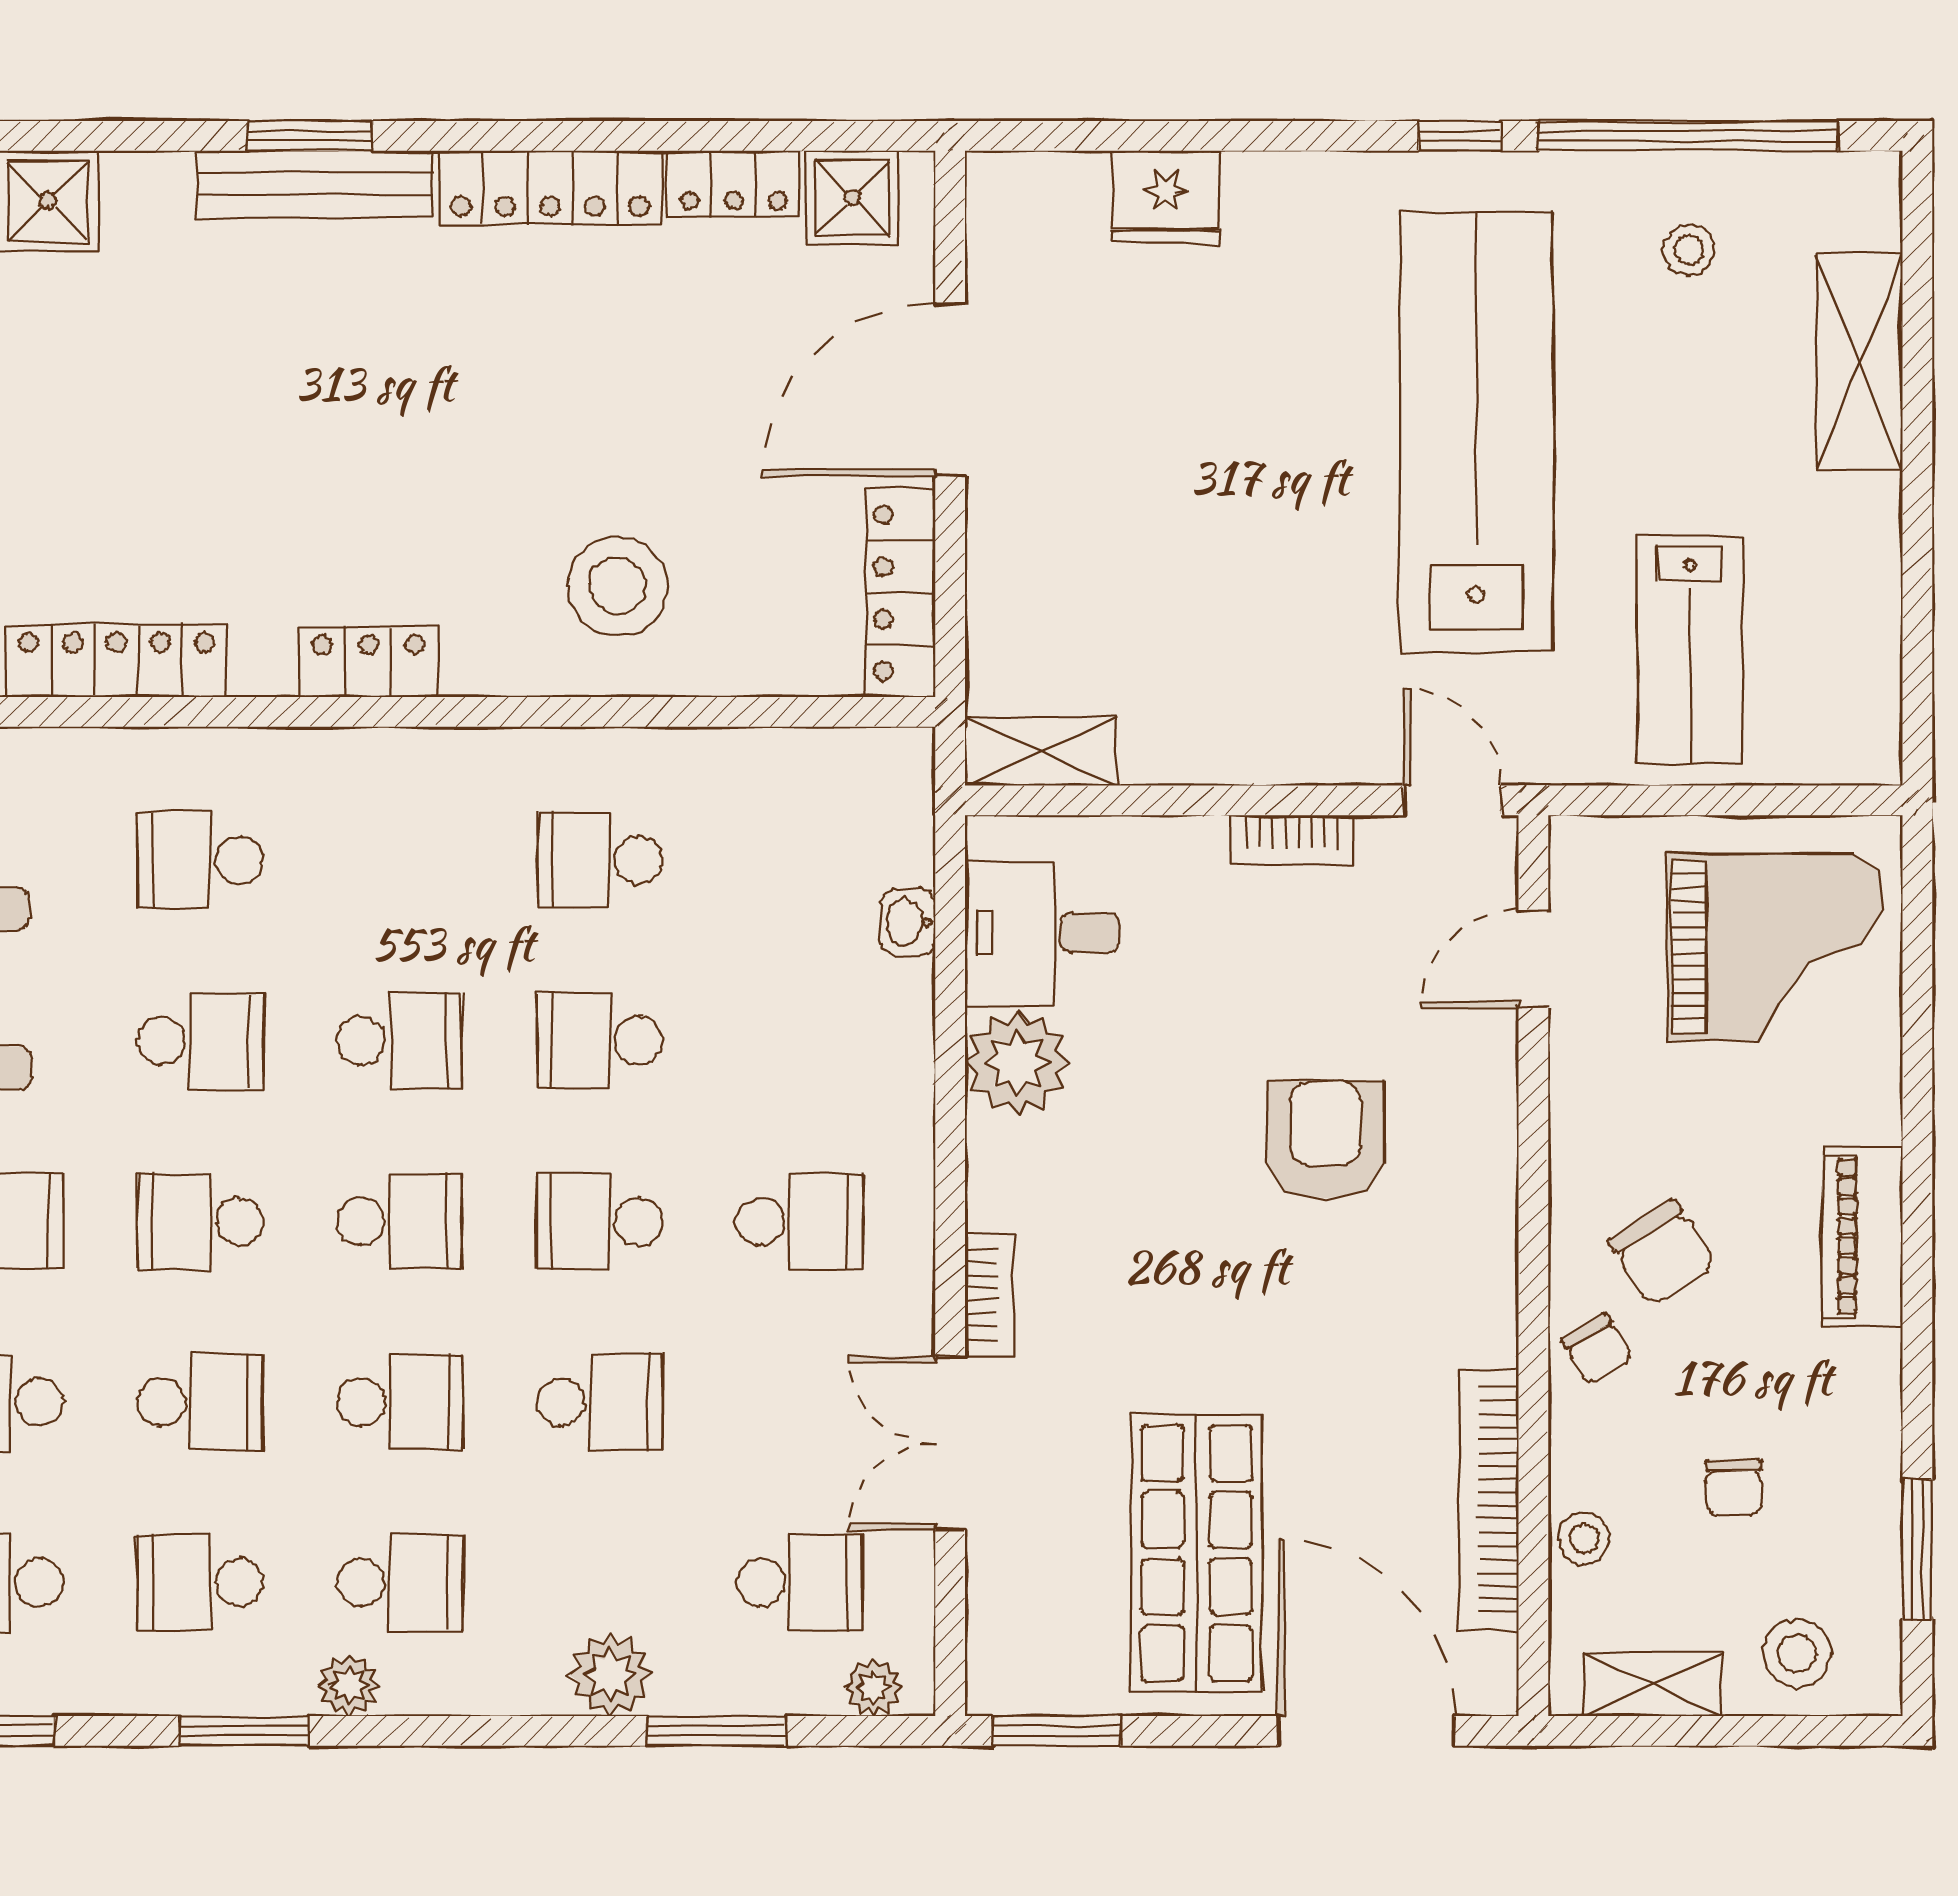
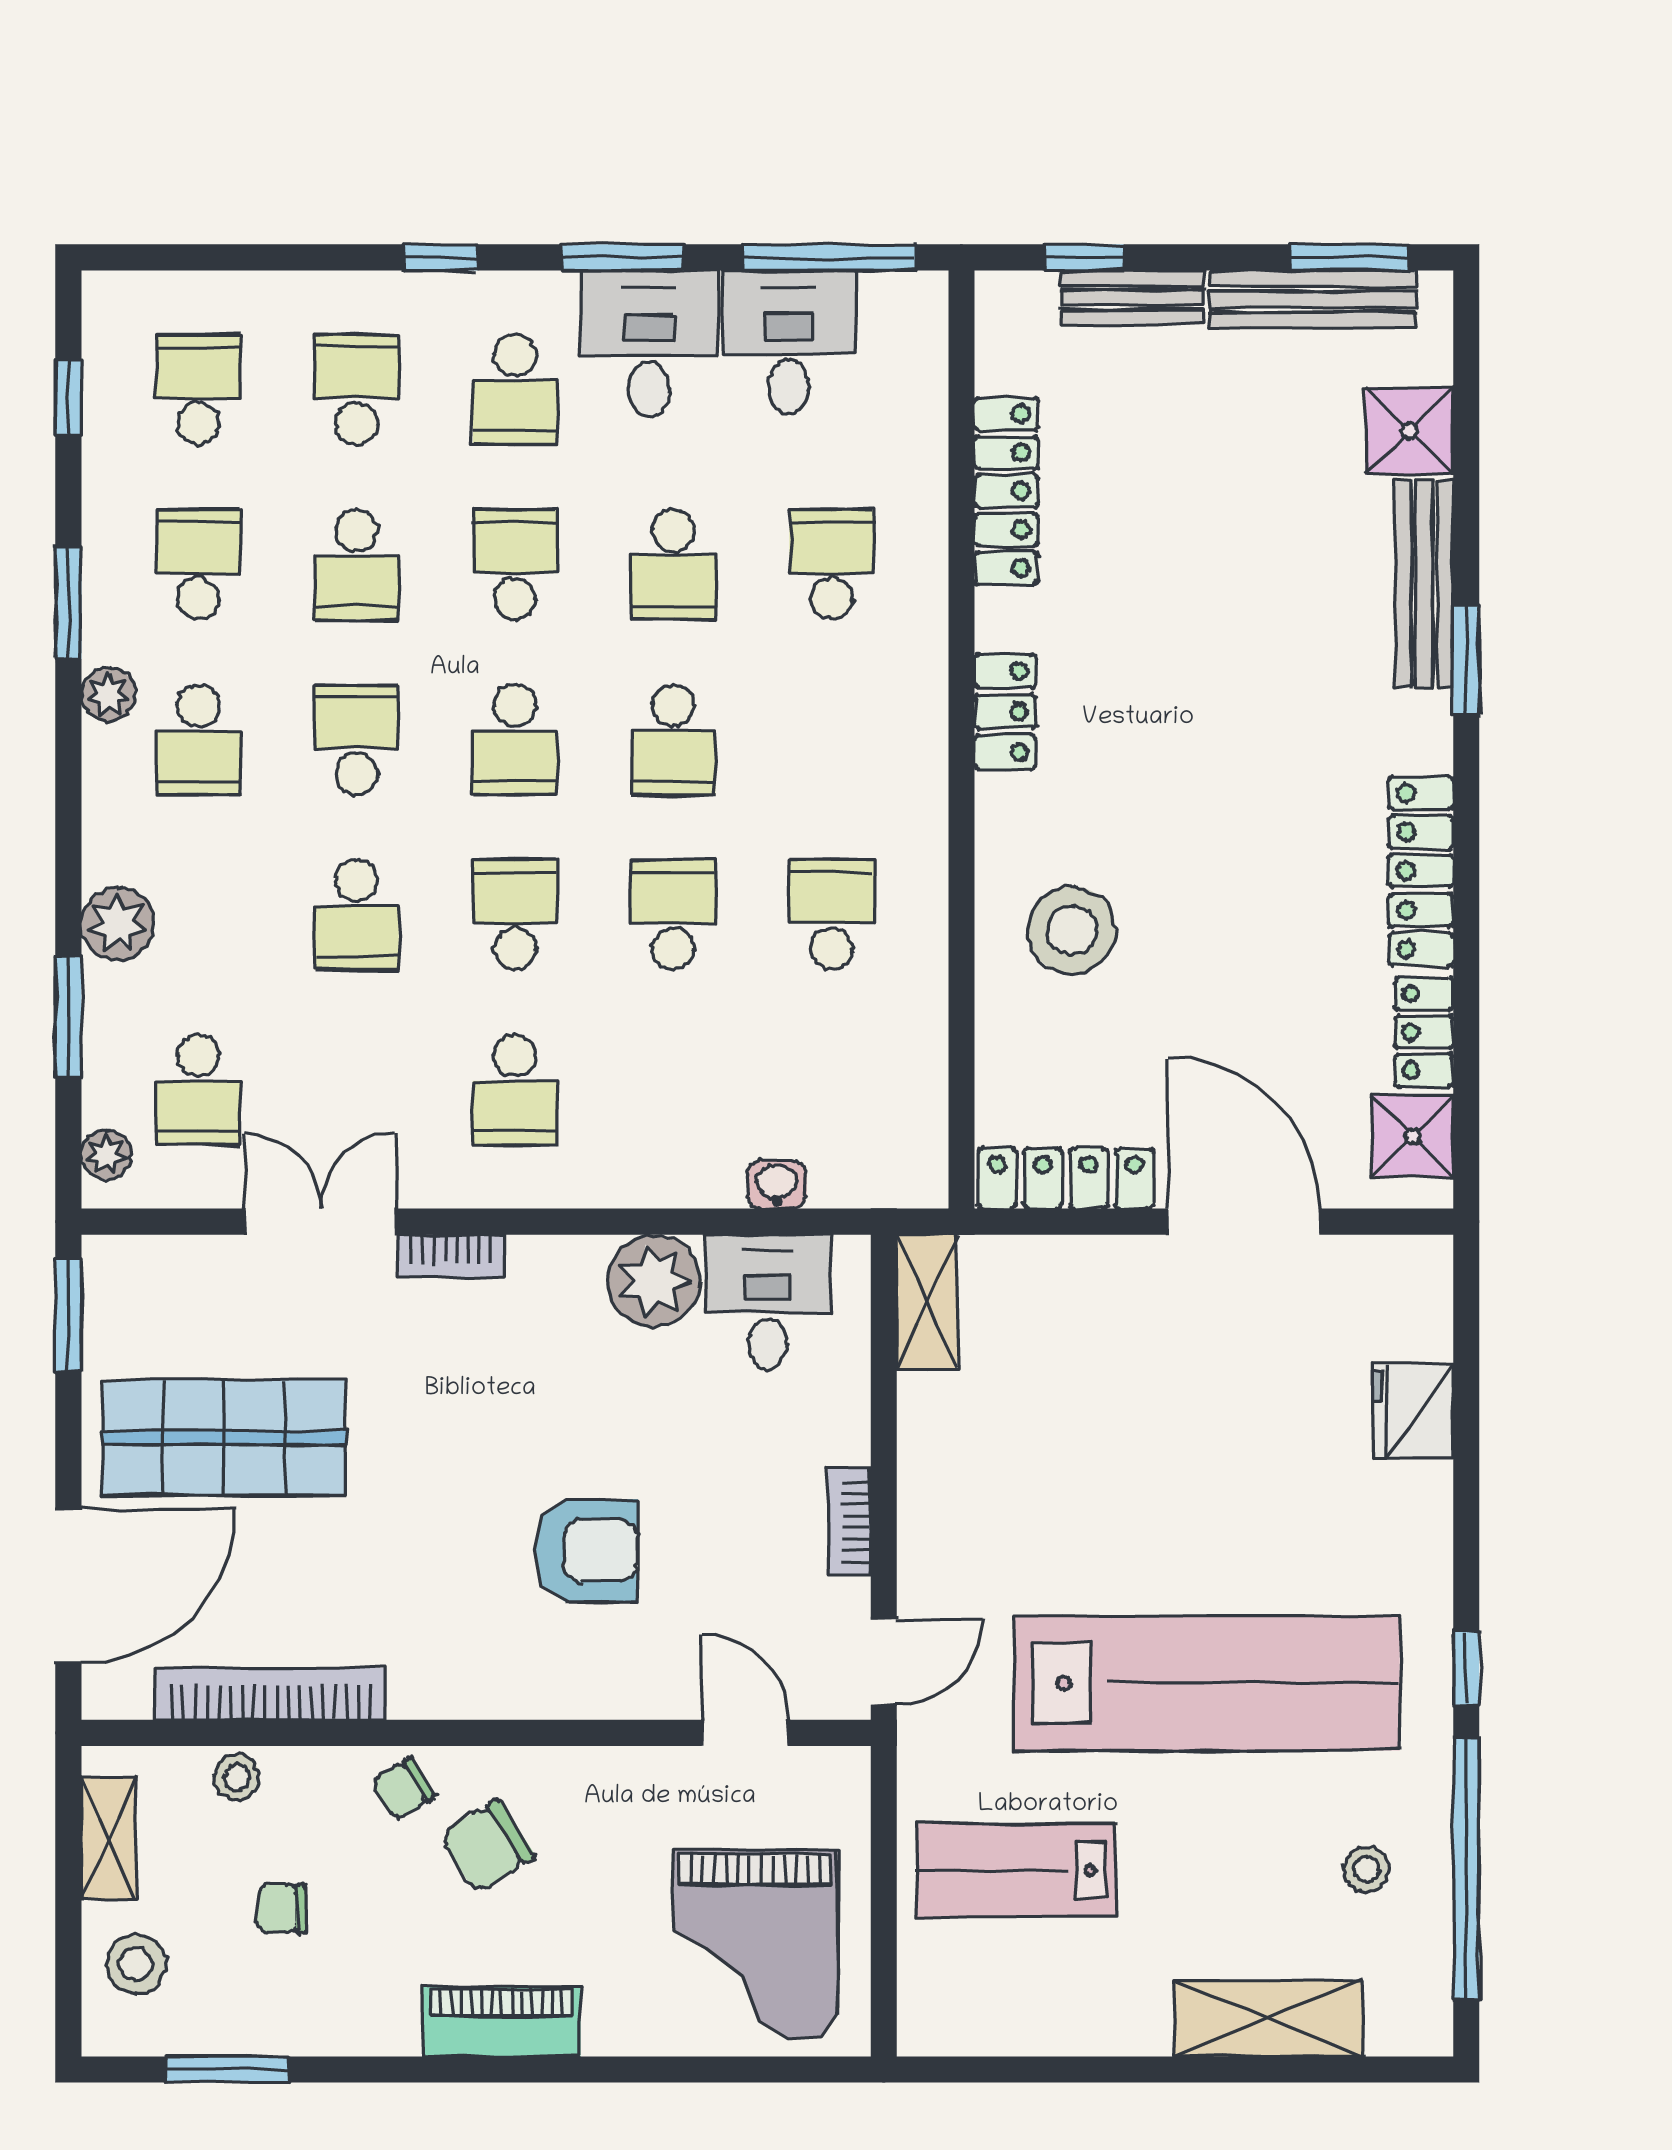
bench: (314, 184) -> (1424, 584), moved
school desk: (400, 1402) -> (357, 739), turned 180

